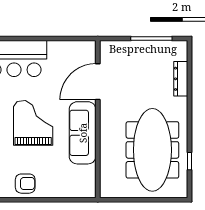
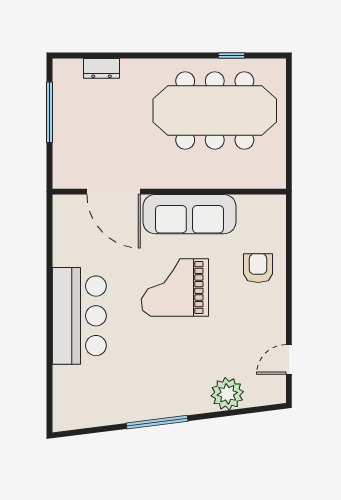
dresser: (181, 79) -> (102, 68), width x0.70
armchair: (25, 184) -> (258, 268), moved

